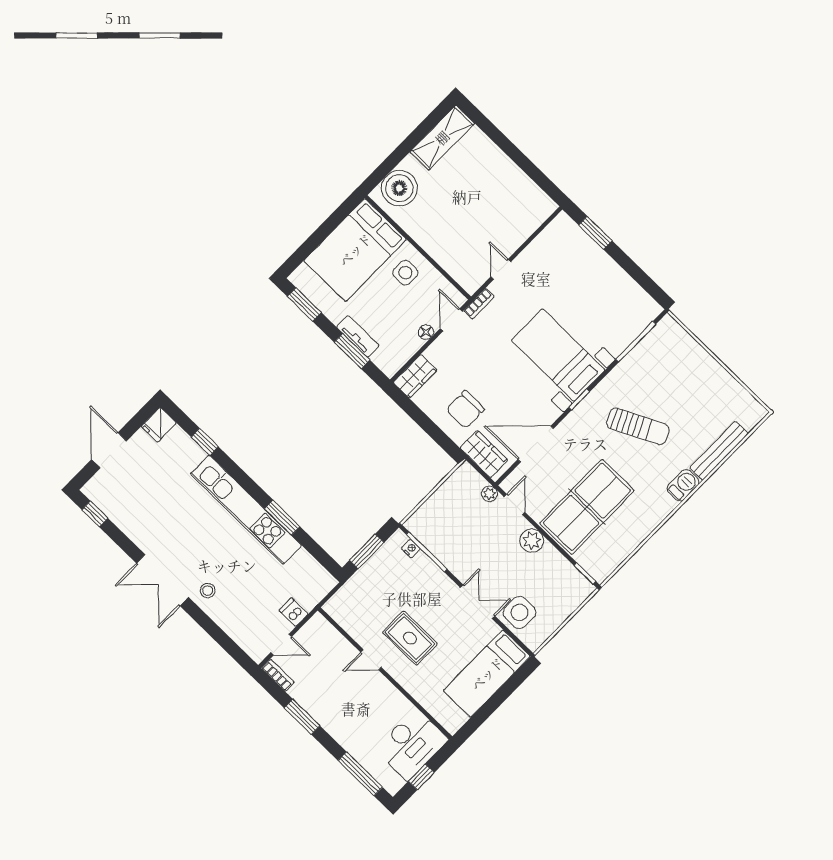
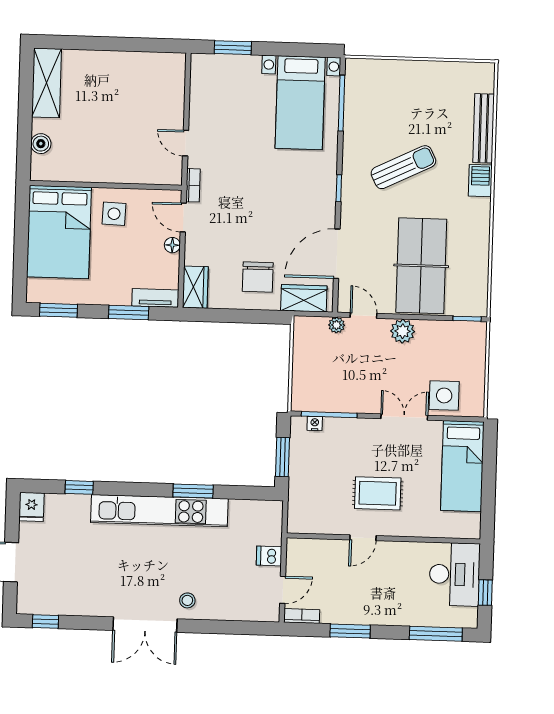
boiler: (399, 188) -> (41, 144), width x0.54, depth x0.54
tv unit: (358, 336) -> (155, 298), moved
bed with nightstands: (558, 355) -> (300, 103), moved, turned -90

